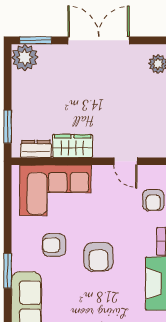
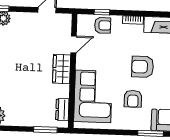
wardrobe: (73, 146) -> (62, 69), moved
armchair: (99, 257) -> (143, 67), turned 180

